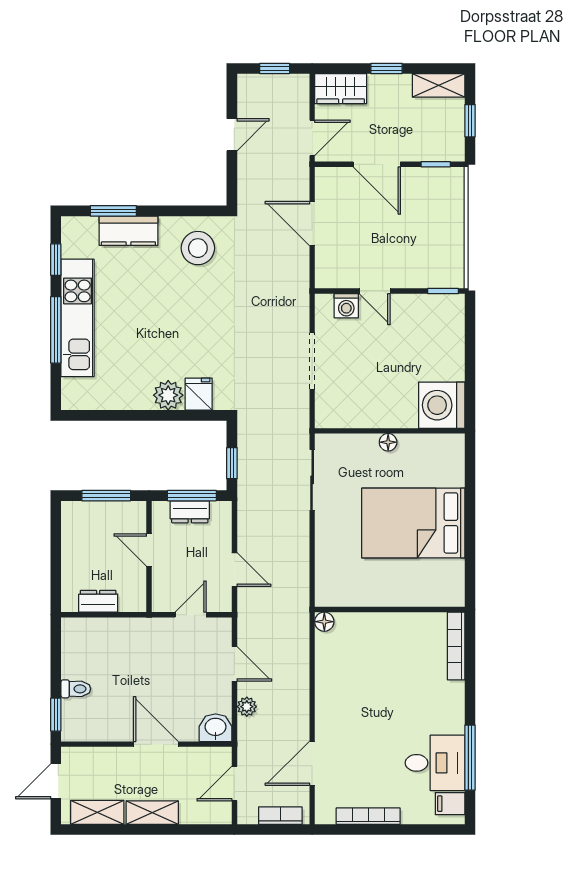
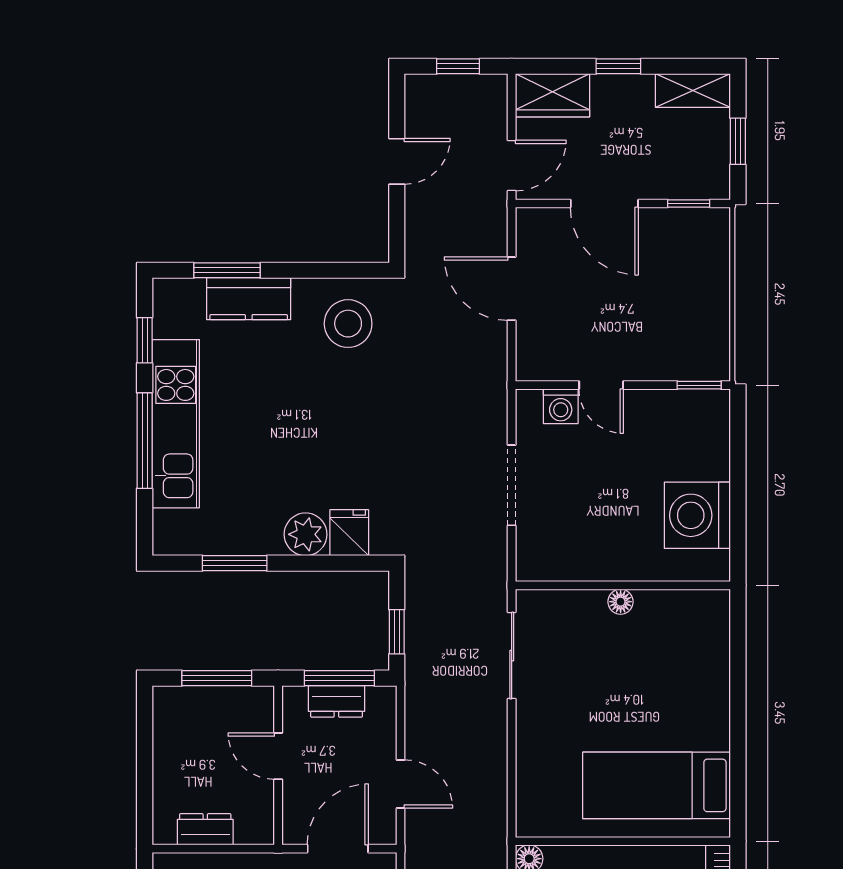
washing machine: (442, 405) -> (697, 515), moved
window: (119, 415) -> (235, 563), added
bed: (413, 523) -> (657, 785), moved, width x0.67
door: (191, 615) -> (338, 849), width x1.38

